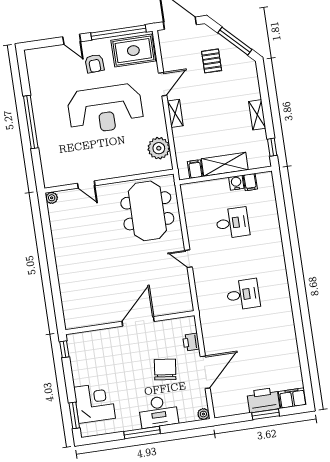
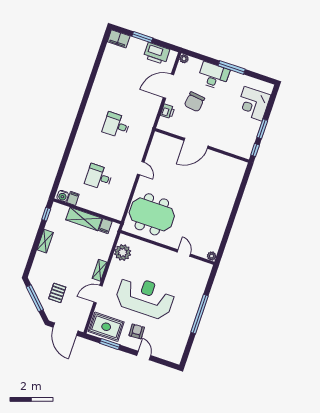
window: (119, 32) -> (110, 344), width x0.47
water cooler: (236, 183) -> (63, 196), moved
meeting table: (147, 211) -> (152, 214), turned 90
printer: (263, 400) -> (157, 53), moved
window: (74, 415) -> (262, 129), moved

